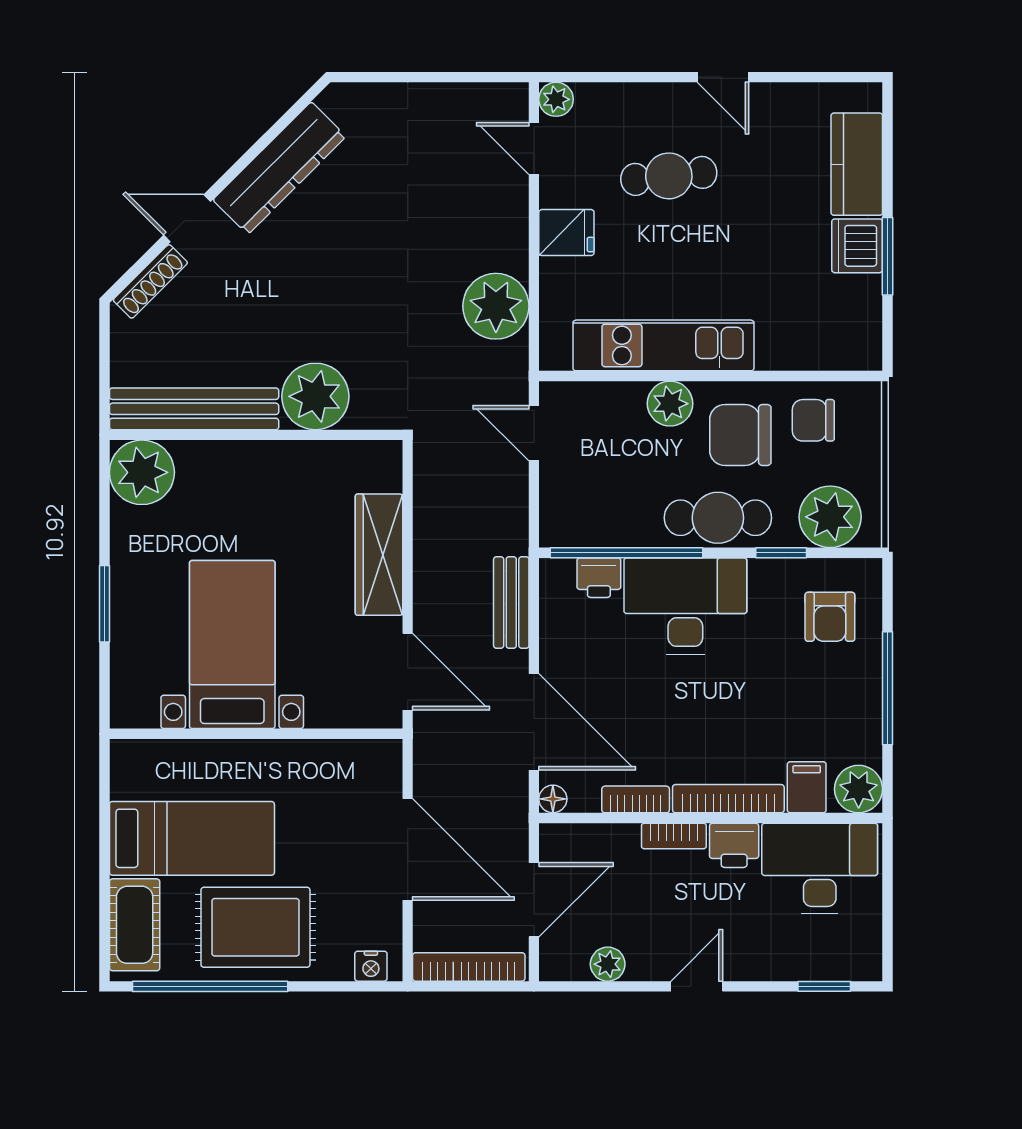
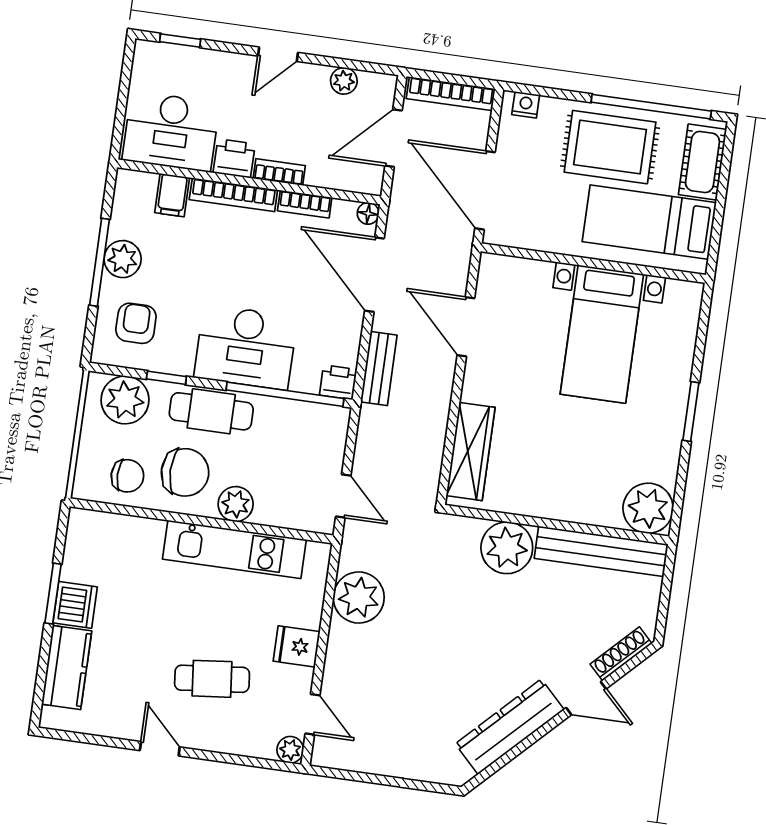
wardrobe: (379, 555) -> (471, 451), moved
printer: (599, 578) -> (338, 382), moved
bed with nightstands: (232, 645) -> (602, 334), moved
wall: (256, 734) -> (593, 263), moved
plant: (859, 789) -> (123, 259), moved

